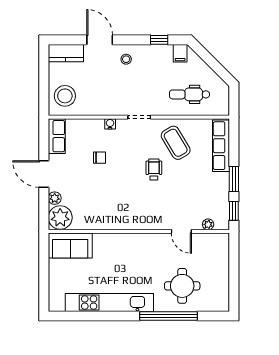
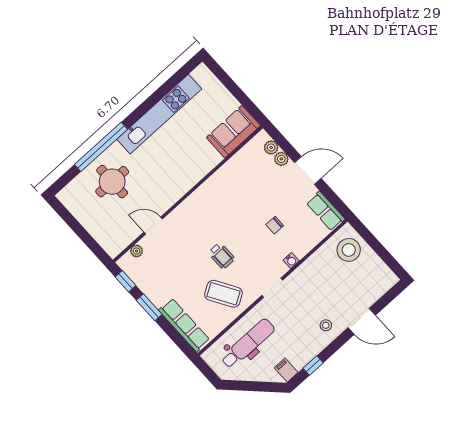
kitchen counter: (66, 53) -> (380, 286), removed
dental chair: (190, 94) -> (248, 344), width x1.36, depth x1.38
plant: (60, 218) -> (271, 148), width x0.53, depth x0.53

